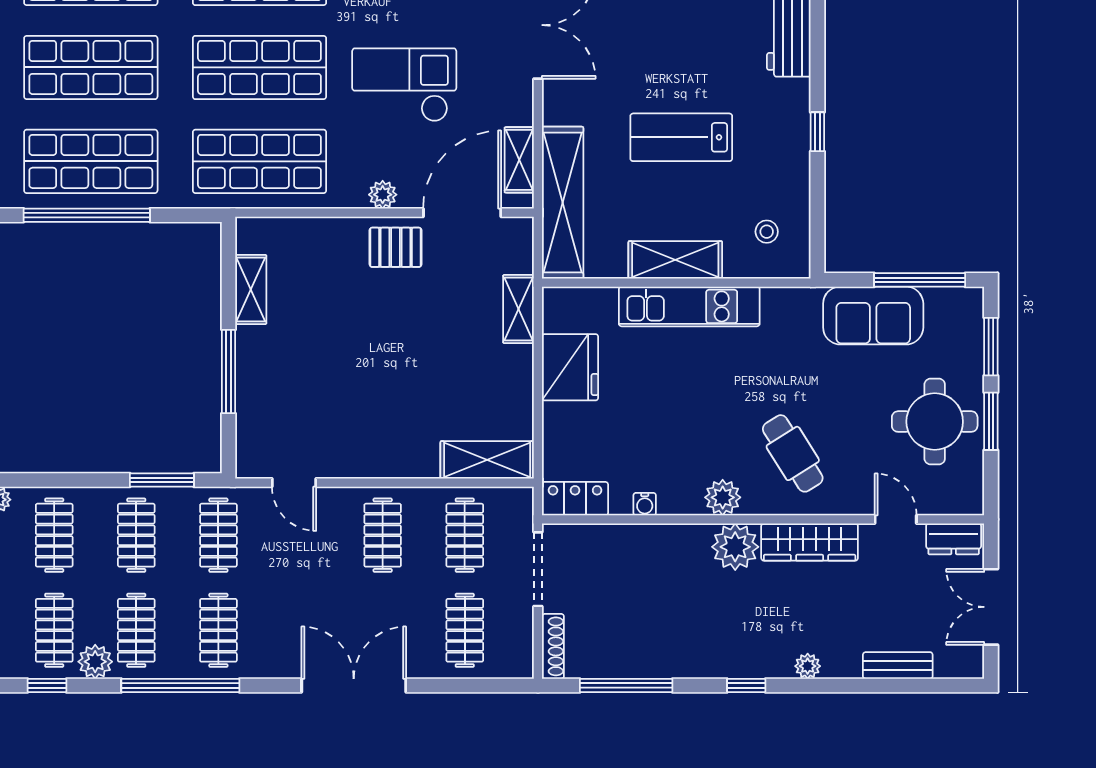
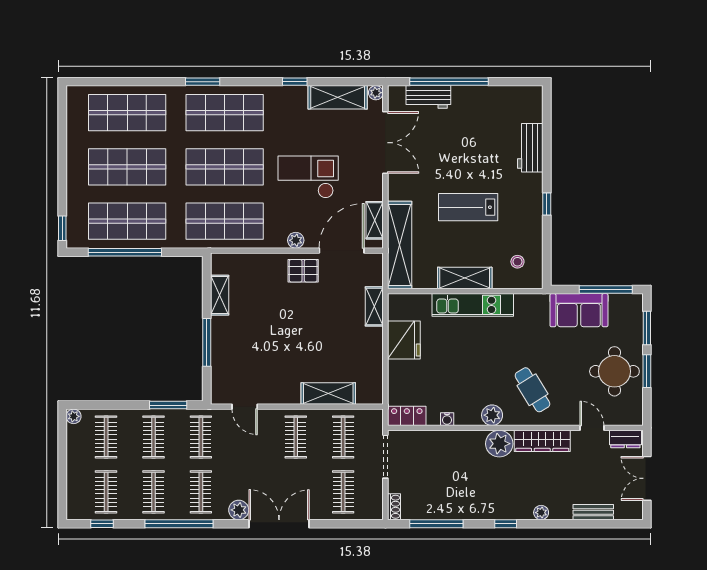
shelving: (487, 460) -> (328, 394), moved
shoe rack: (553, 646) -> (394, 507), width x0.70
plant: (95, 662) -> (239, 510), moved

